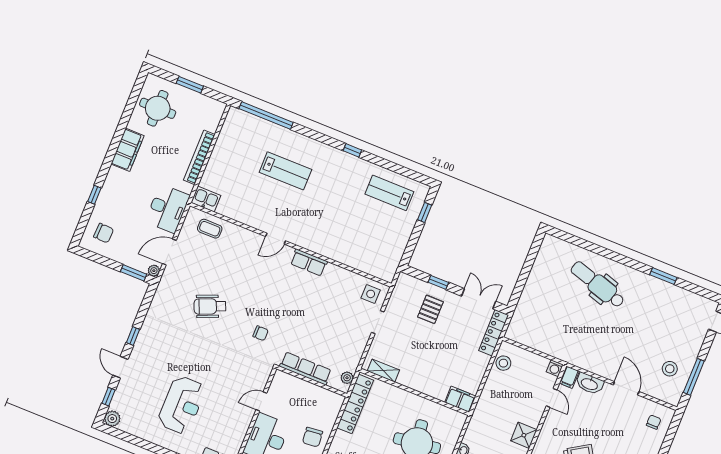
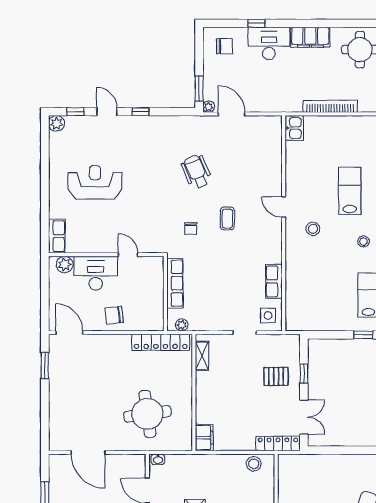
lab bench: (285, 171) -> (350, 191), turned 180
stool: (338, 177) -> (364, 242), added
desk: (168, 209) -> (269, 43), moved, turned 180
stool: (307, 220) -> (313, 229), added
coffee table: (210, 229) -> (227, 219), moved
chair: (104, 233) -> (225, 46), turned -92
row of seats: (309, 262) -> (274, 281), moved
door: (120, 367) -> (107, 112), hinge flipped
reception desk: (182, 405) -> (95, 182), turned 180

